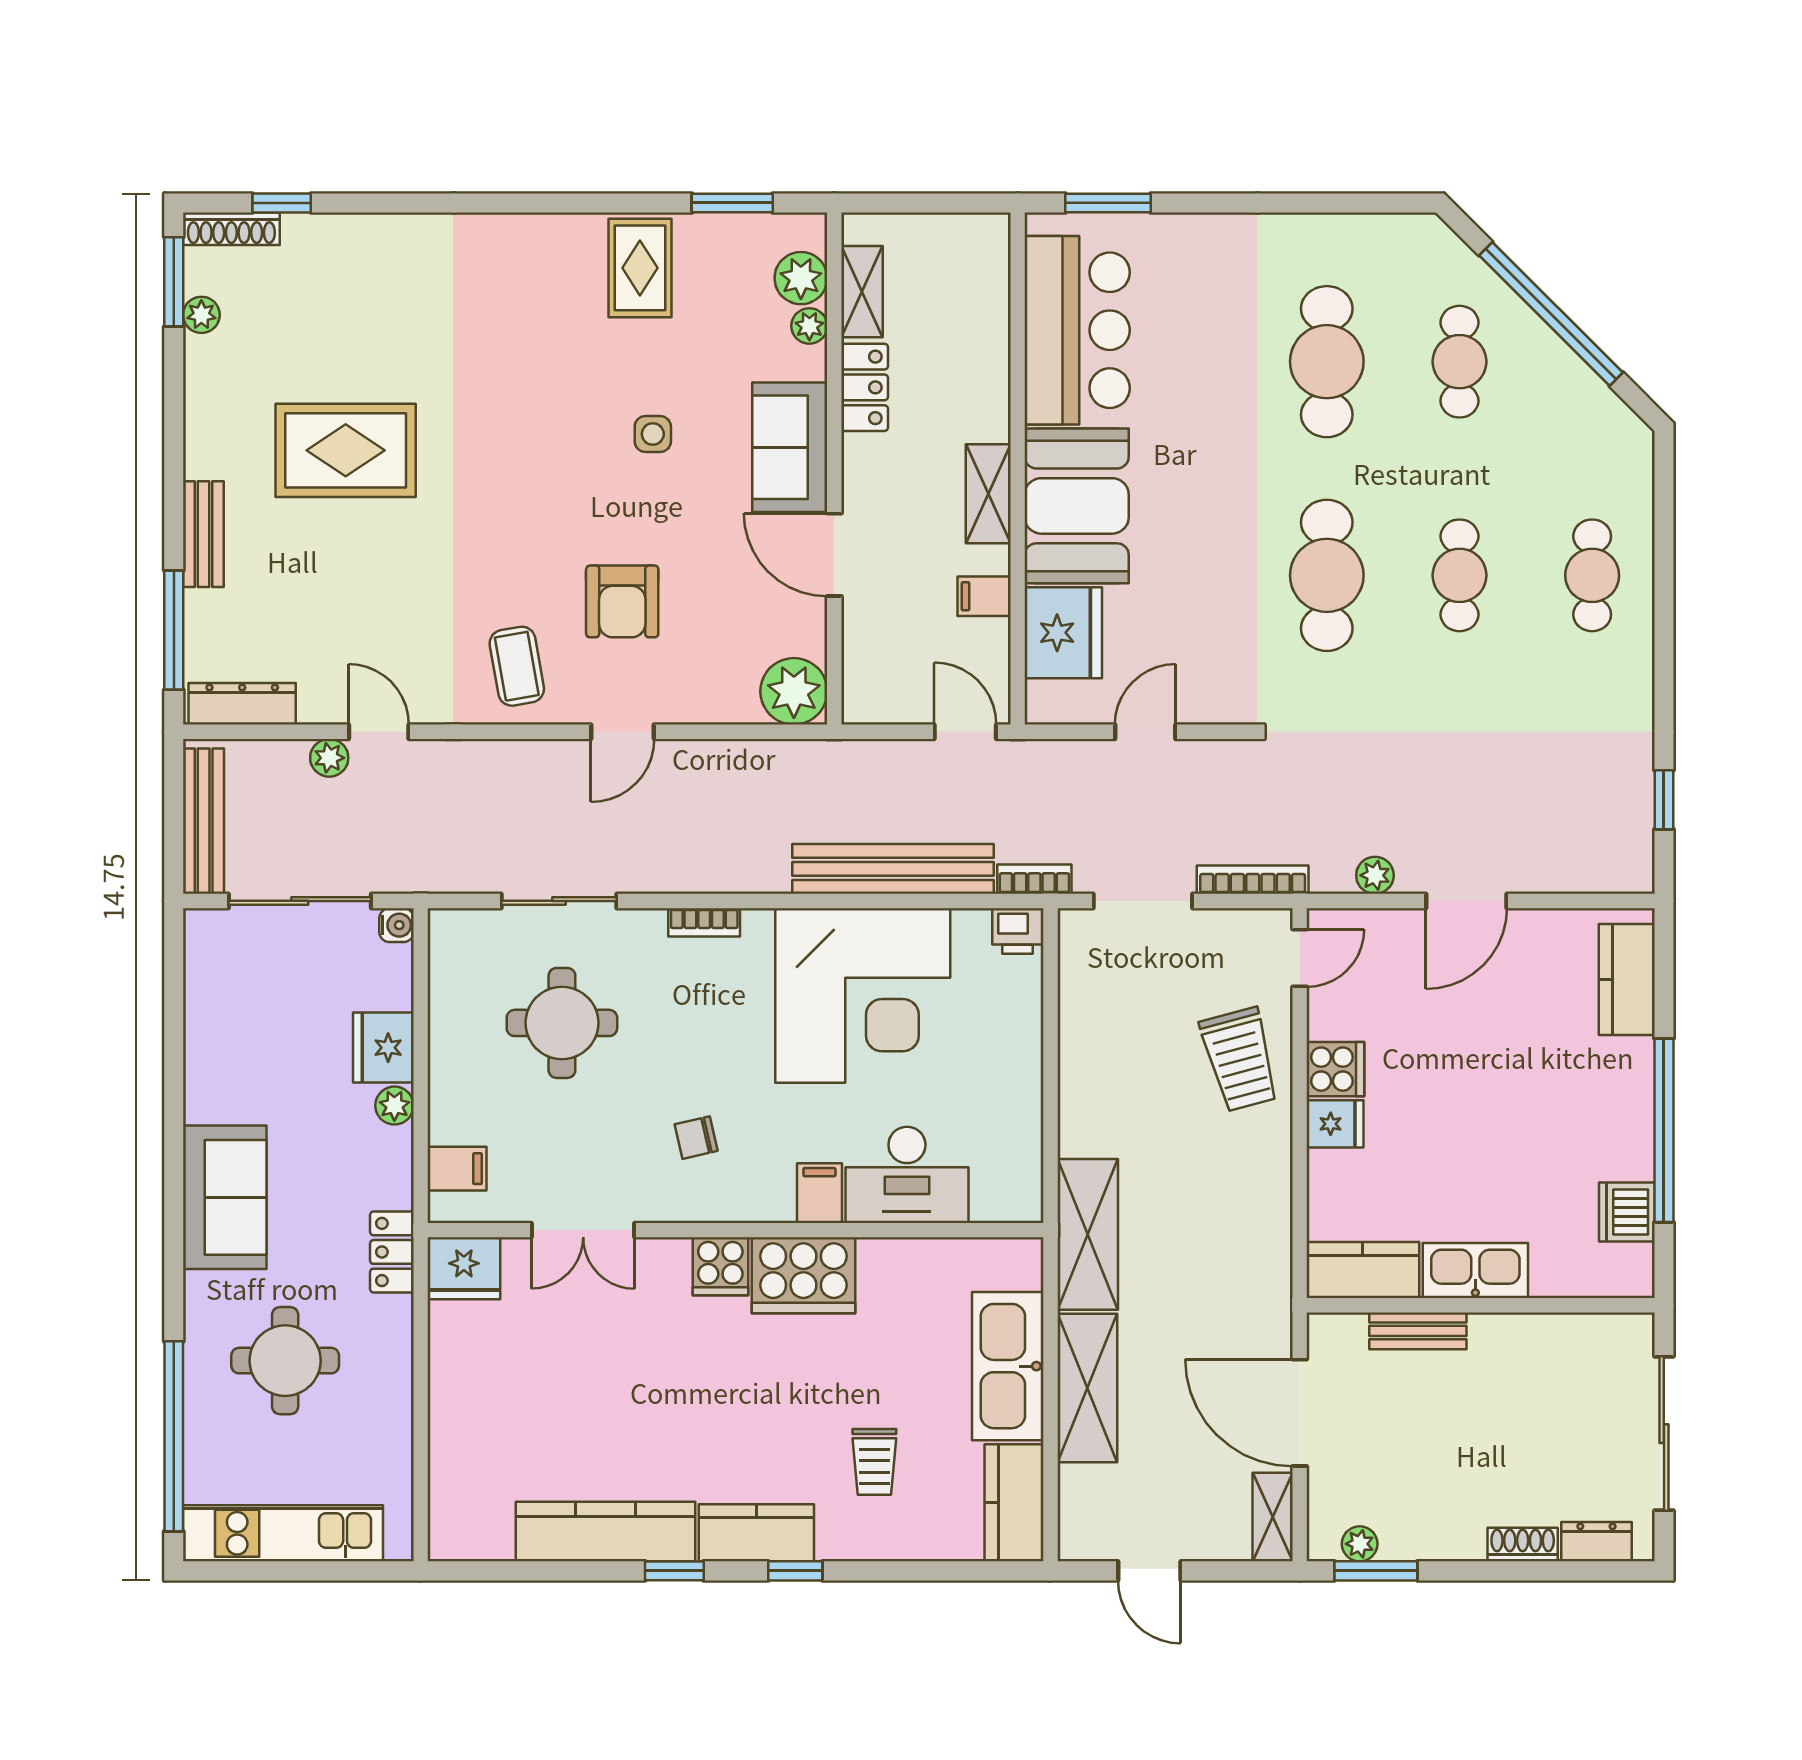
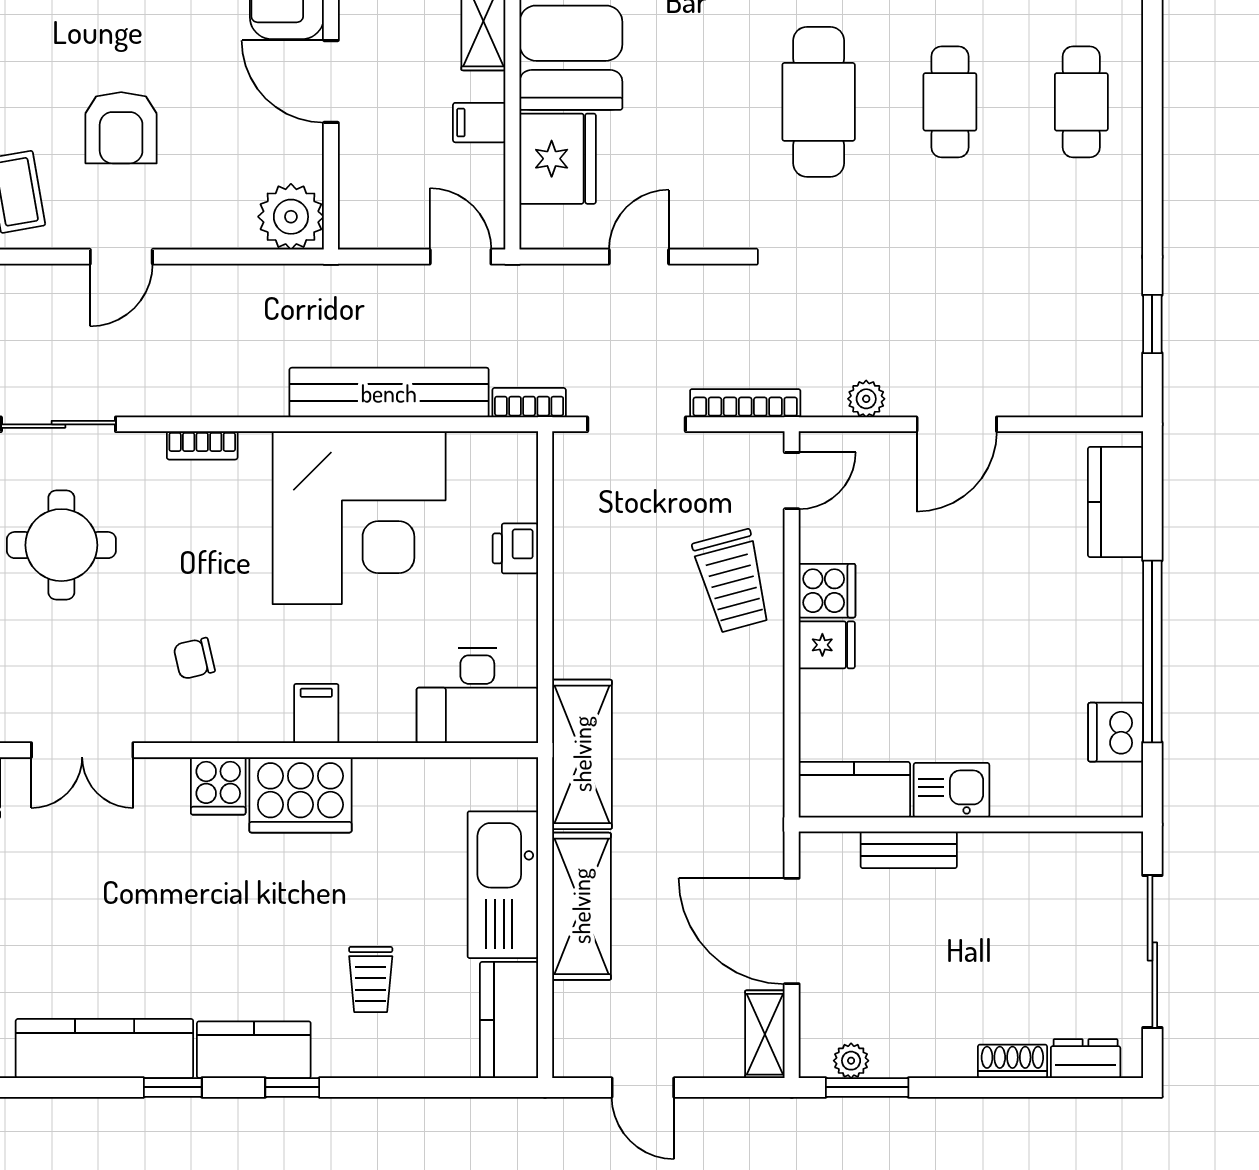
printer: (1018, 931) -> (515, 548), moved, turned 90
desk: (907, 1175) -> (477, 695), moved
kitchen sink: (1475, 1271) -> (952, 790), width x0.73

